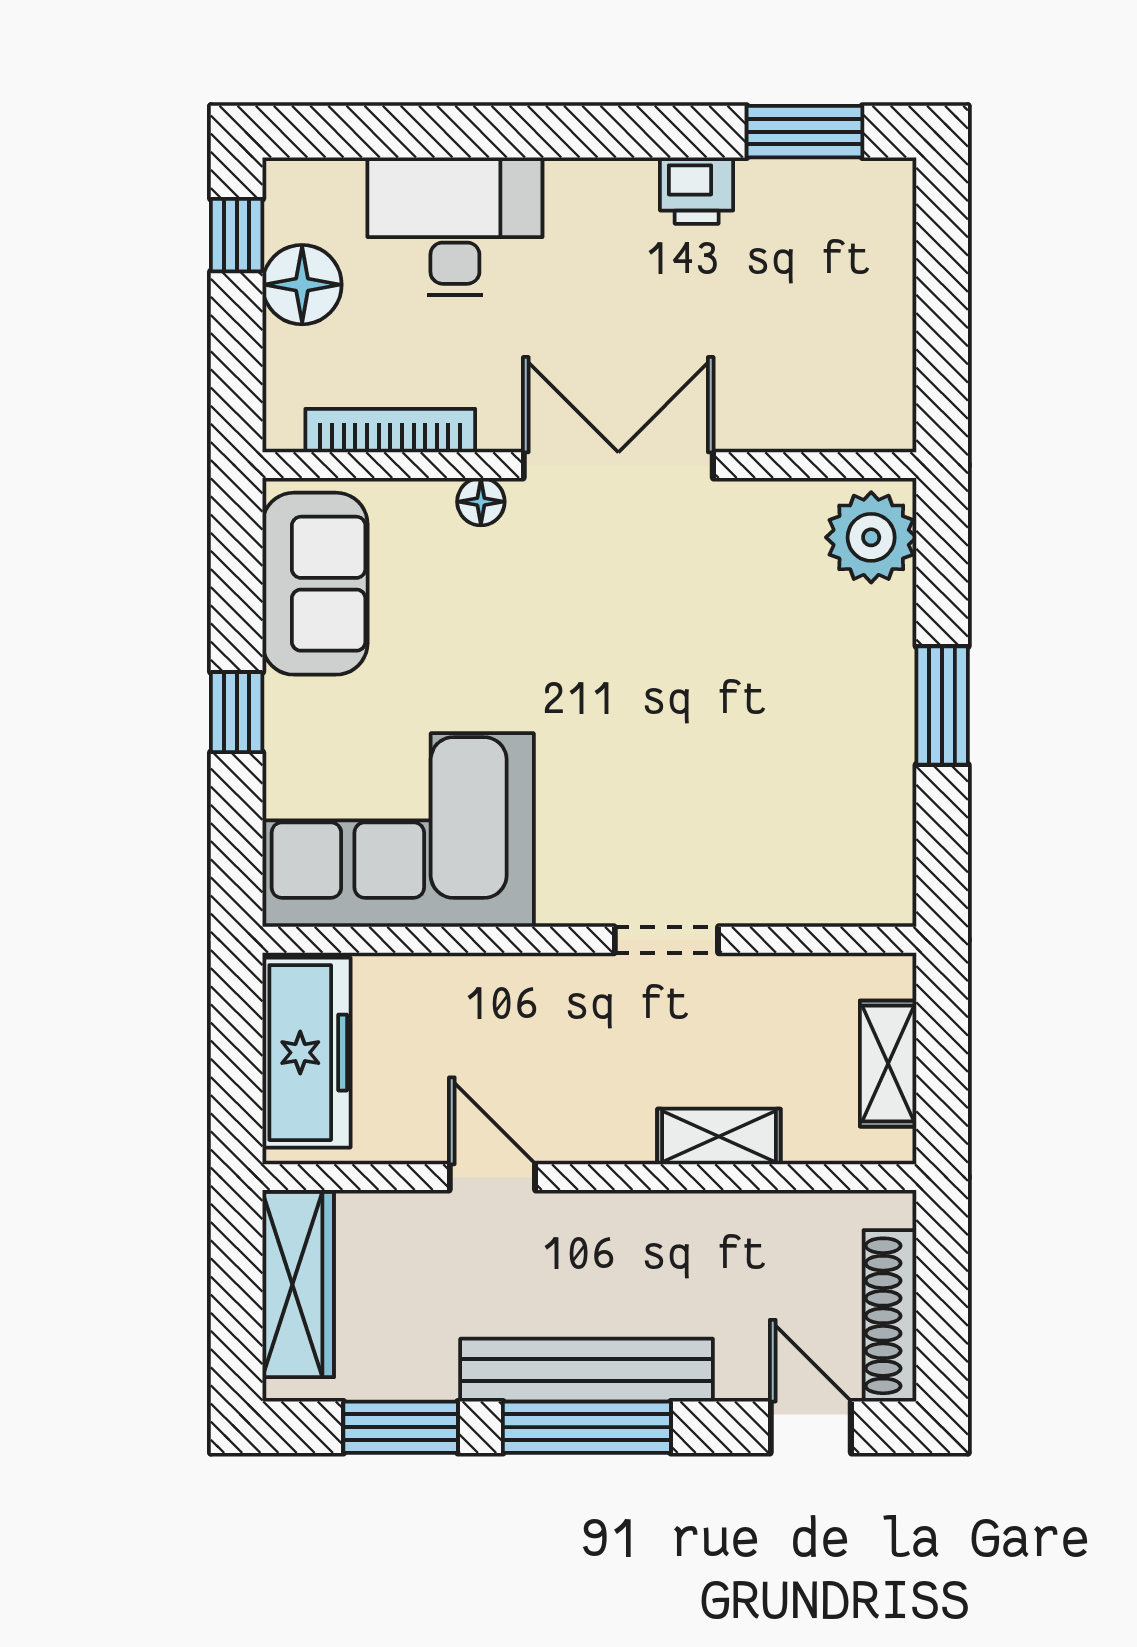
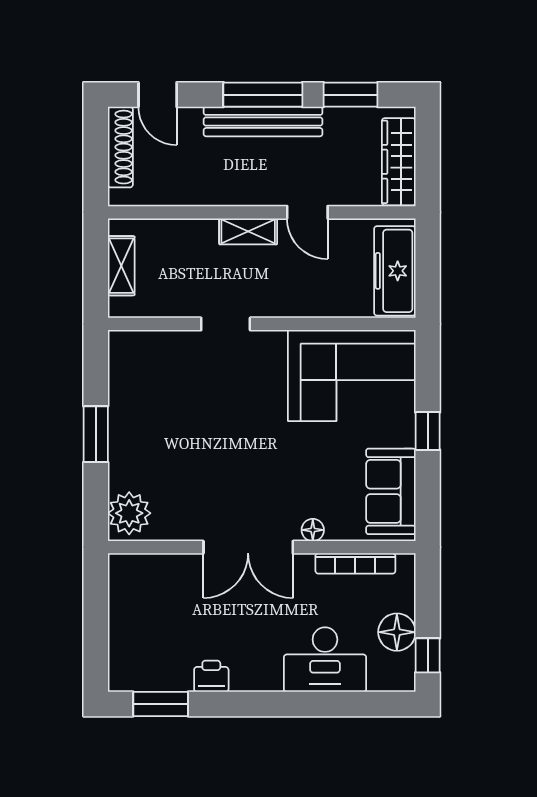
shelving: (719, 1136) -> (248, 231), moved

